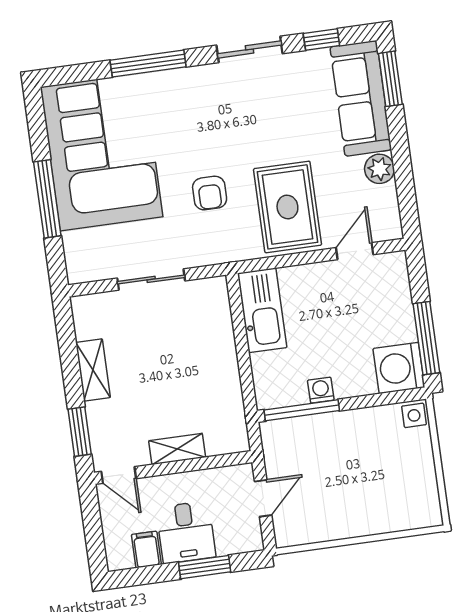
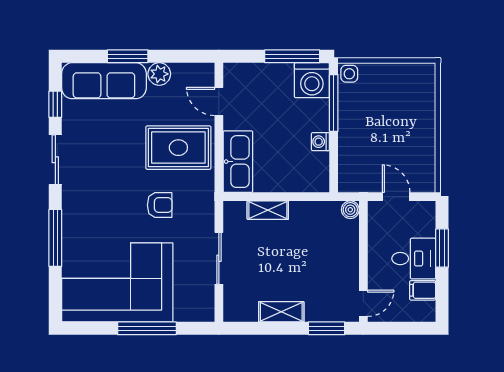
window: (390, 79) -> (128, 56), moved
kitchen sink: (262, 310) -> (238, 162), moved, turned 90
window: (302, 410) -> (334, 103), moved
boiler: (238, 441) -> (350, 210), added
shelving: (177, 449) -> (268, 210), moved, turned 90

